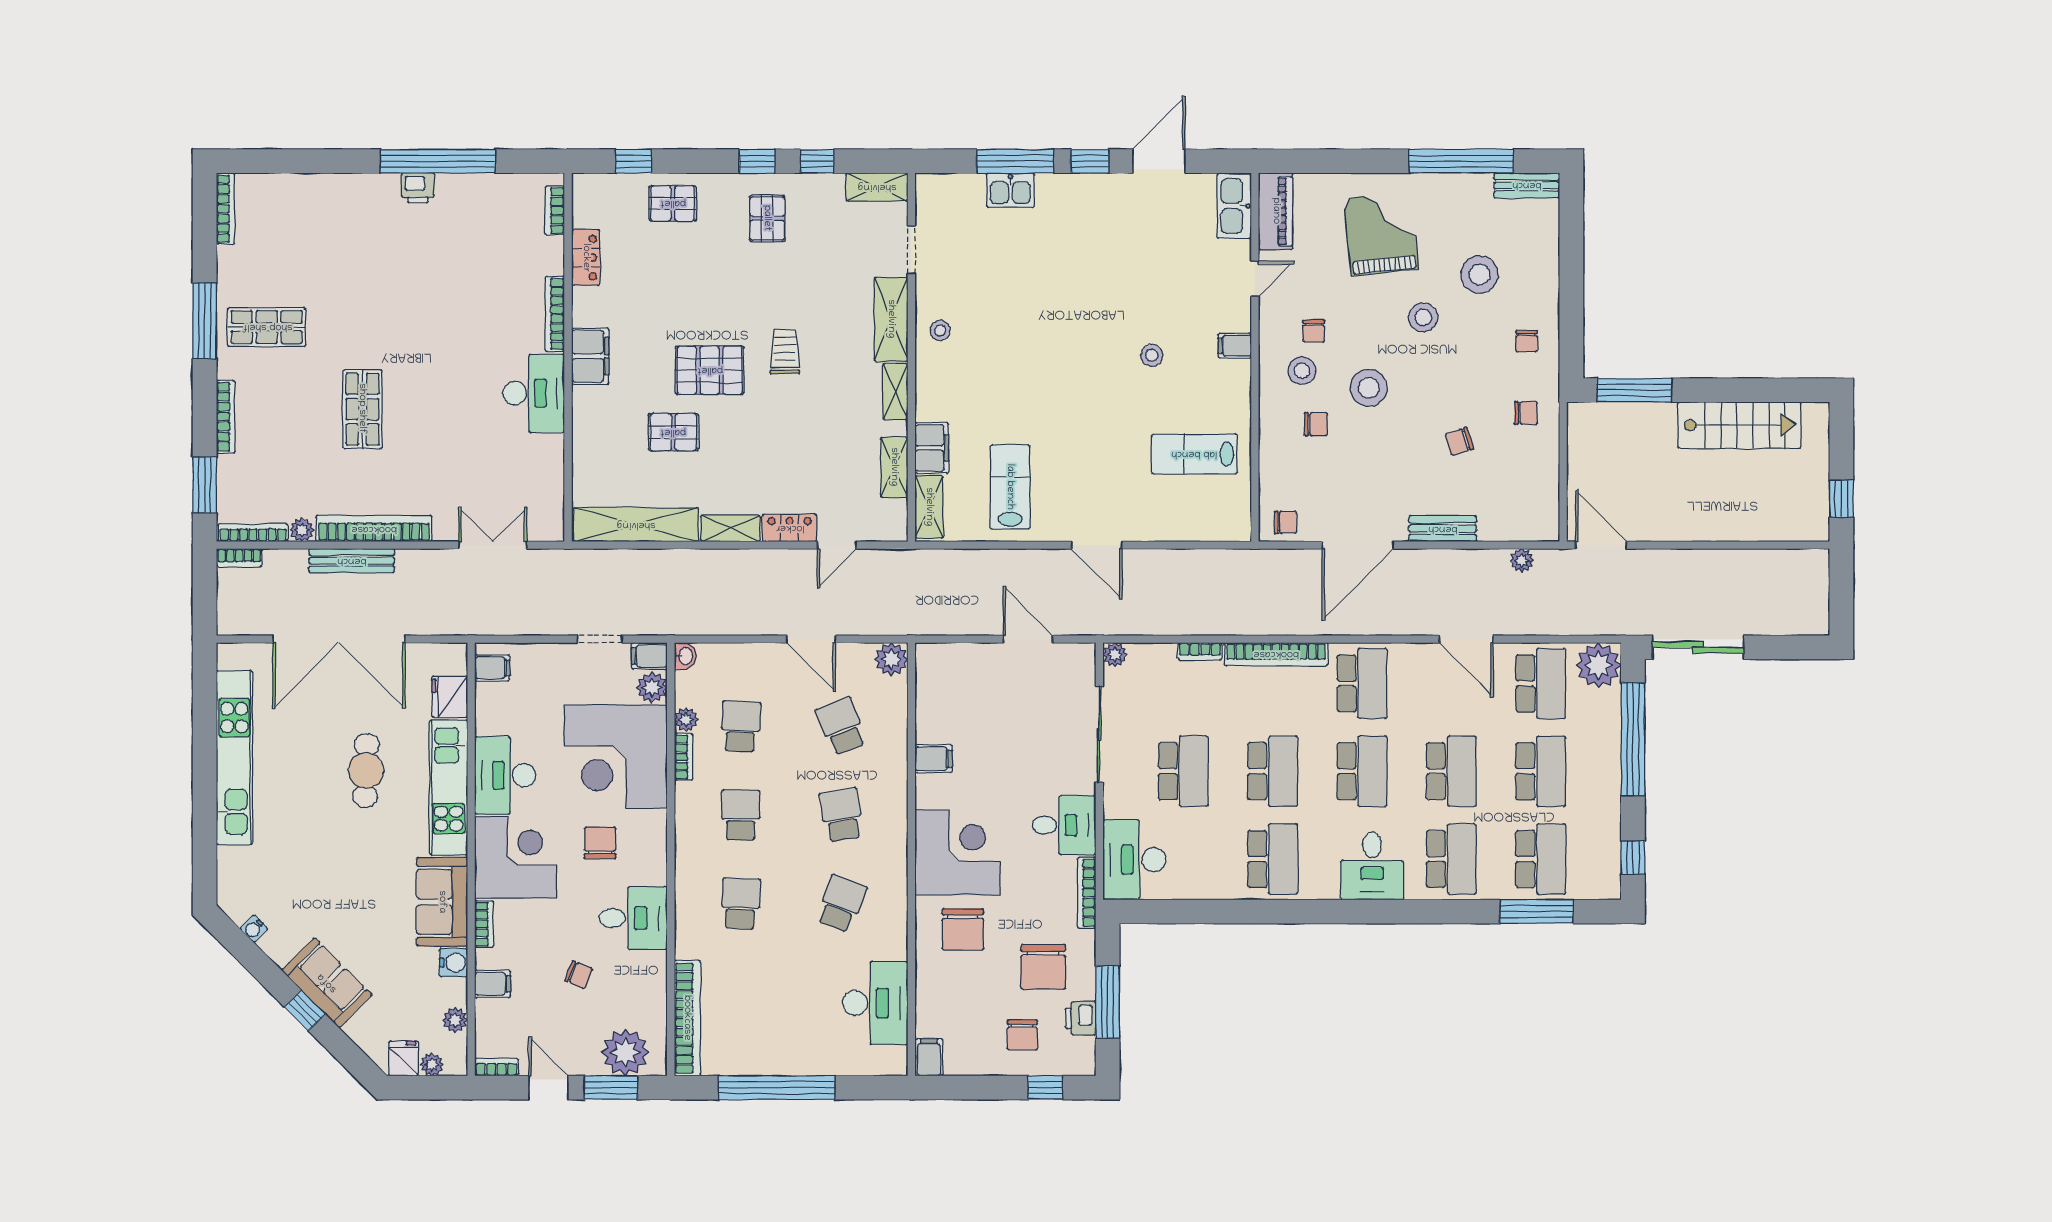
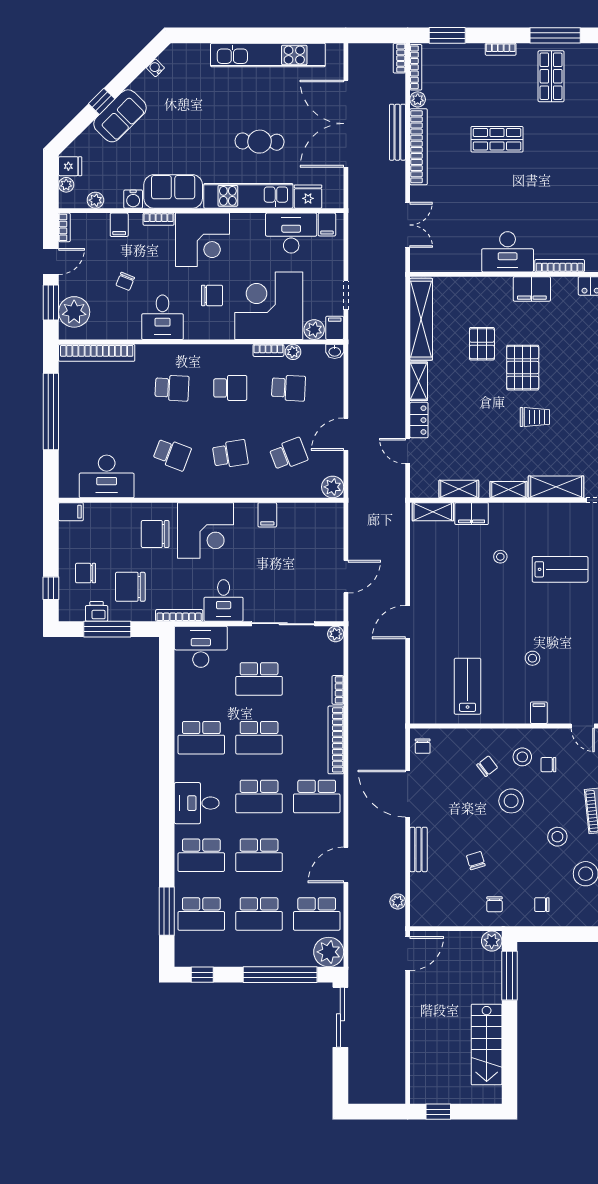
stool: (940, 330) -> (500, 557), moved
bookcase: (226, 417) -> (501, 49), width x0.64
plant: (1582, 417) -> (492, 941), added
chair: (1316, 424) -> (487, 766), turned -127
lab bench: (1010, 487) -> (560, 569), moved
desk: (505, 775) -> (291, 233), moved

